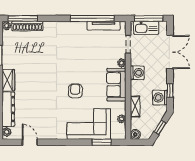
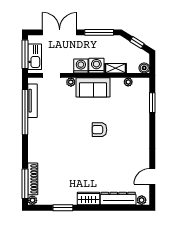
window: (170, 90) -> (99, 32), width x2.17
washing machine: (160, 97) -> (96, 66), moved, turned 180
corner sofa: (89, 124) -> (134, 116), removed

